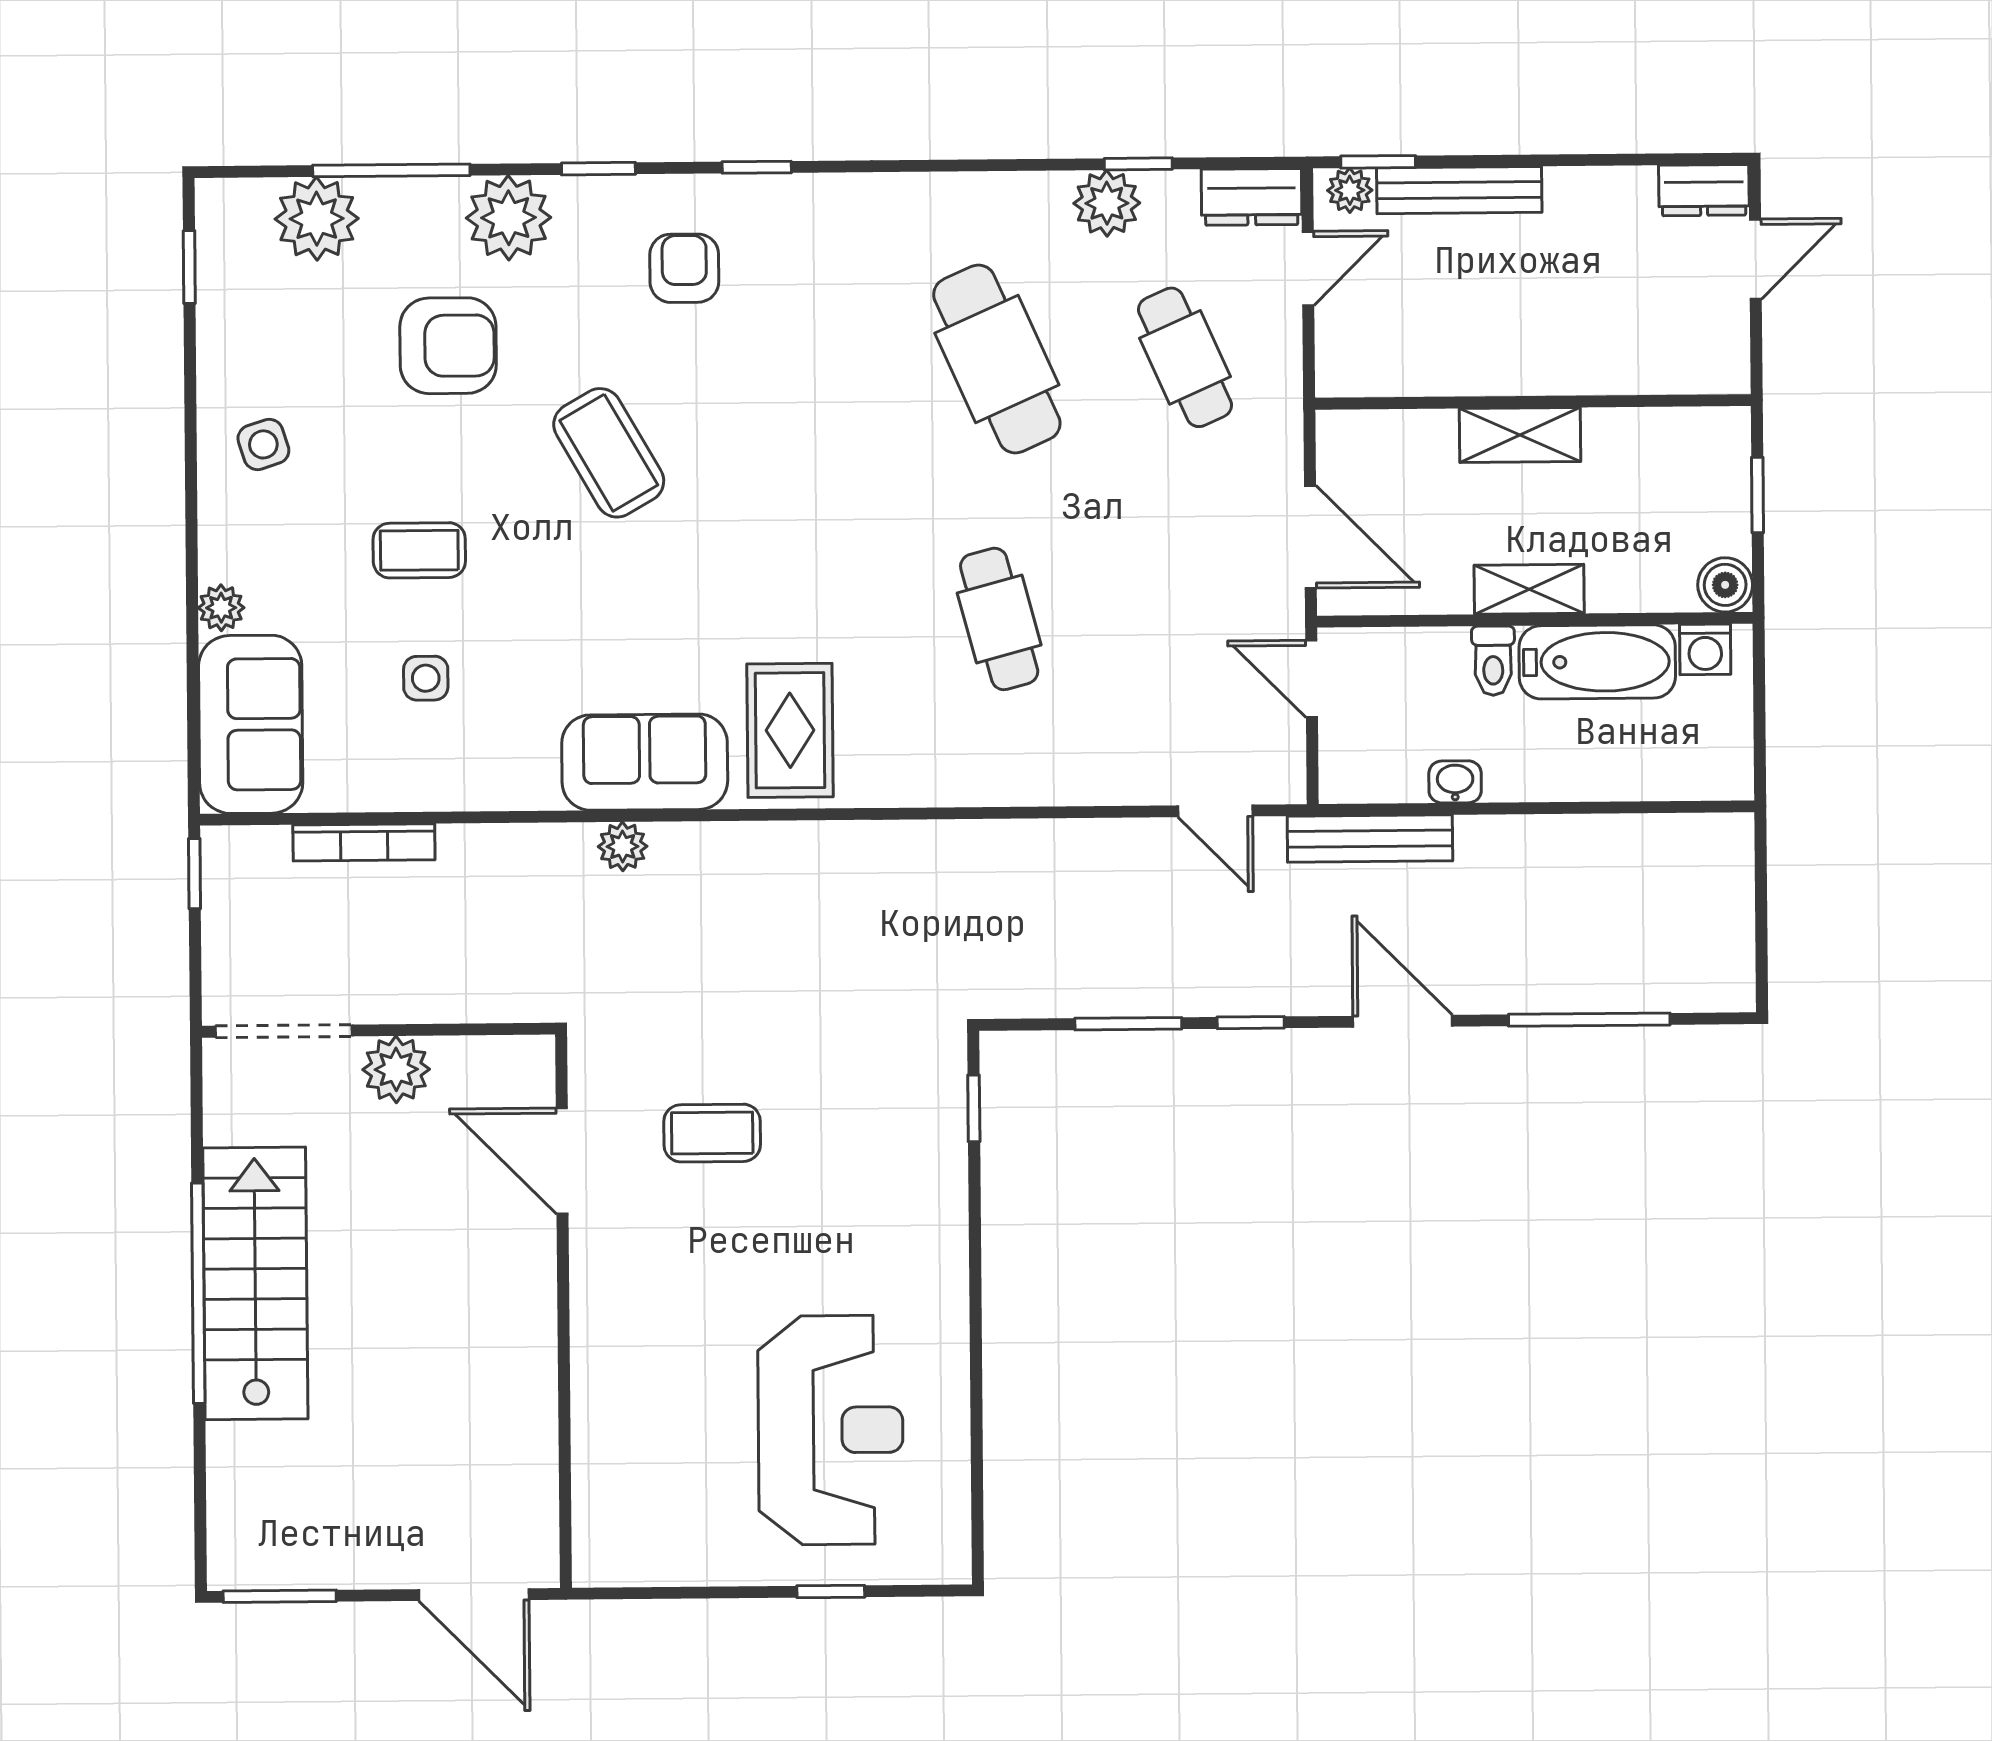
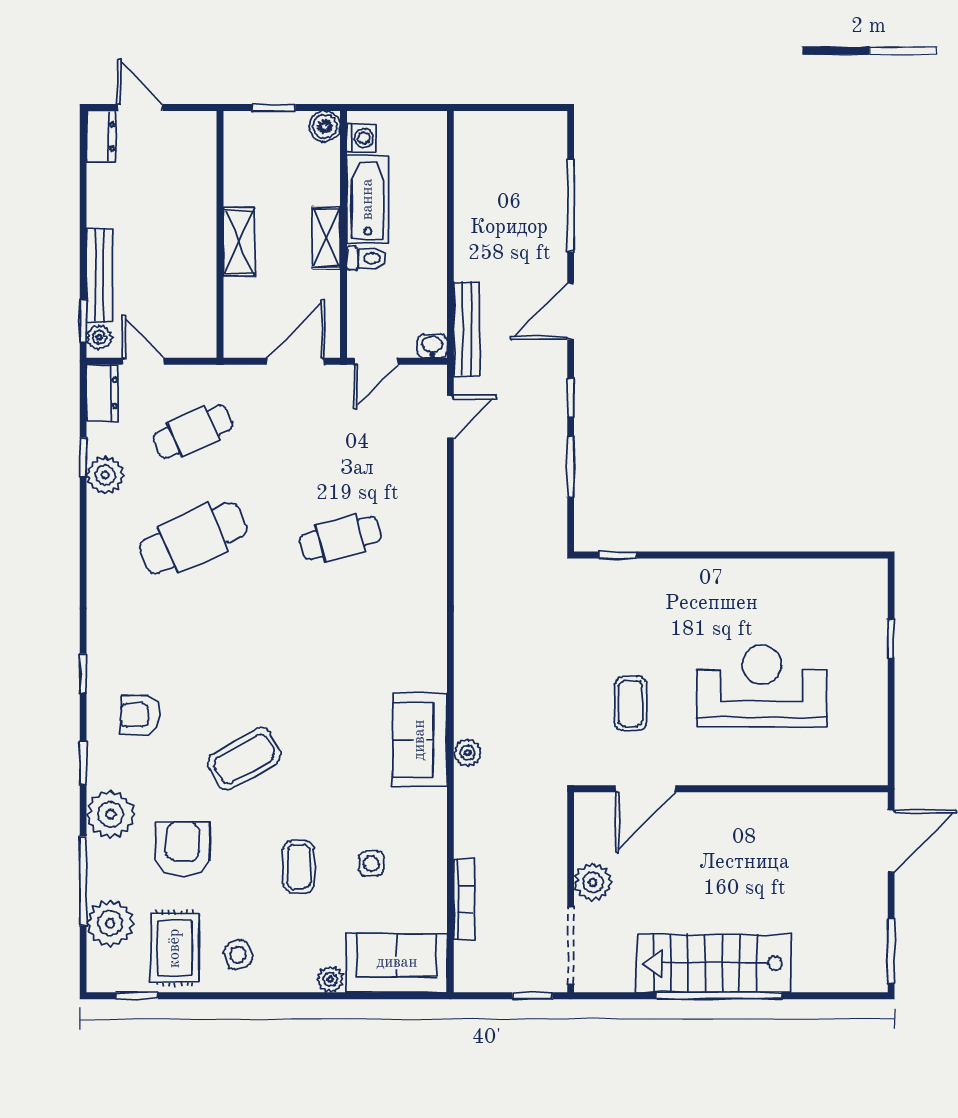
rug: (790, 730) -> (175, 948), moved, turned 90
washbasin: (1455, 782) -> (432, 346), moved, turned 90
window: (195, 874) -> (532, 996), moved
reception desk: (831, 1430) -> (762, 686), moved

